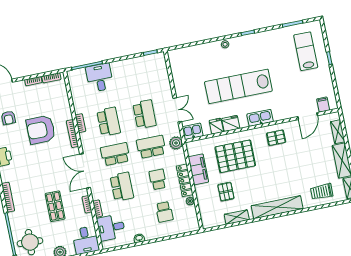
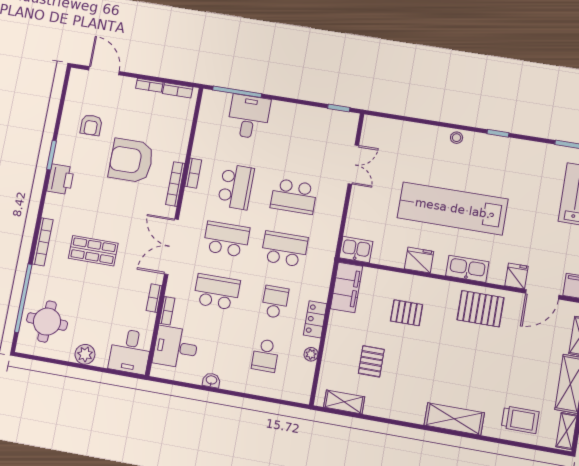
double door: (177, 110) -> (353, 164), moved
school desk: (145, 114) -> (294, 196), turned 90
fridge: (216, 126) -> (516, 276), moved
pallet: (276, 138) -> (480, 309), width x1.50, depth x1.42
plant: (176, 143) -> (324, 258), removed
pallet: (235, 156) -> (407, 313), width x0.49, depth x0.50
filing cabinet: (198, 169) -> (347, 287), moved
locker: (185, 180) -> (315, 319), width x0.66
school desk: (122, 187) -> (217, 292), turned -90
trolley: (322, 192) -> (520, 420), turned 180
shop shelf: (55, 206) -> (93, 251), moved, turned 90
shelving: (277, 207) -> (454, 419), width x0.68
shelving: (237, 217) -> (344, 402), moved

